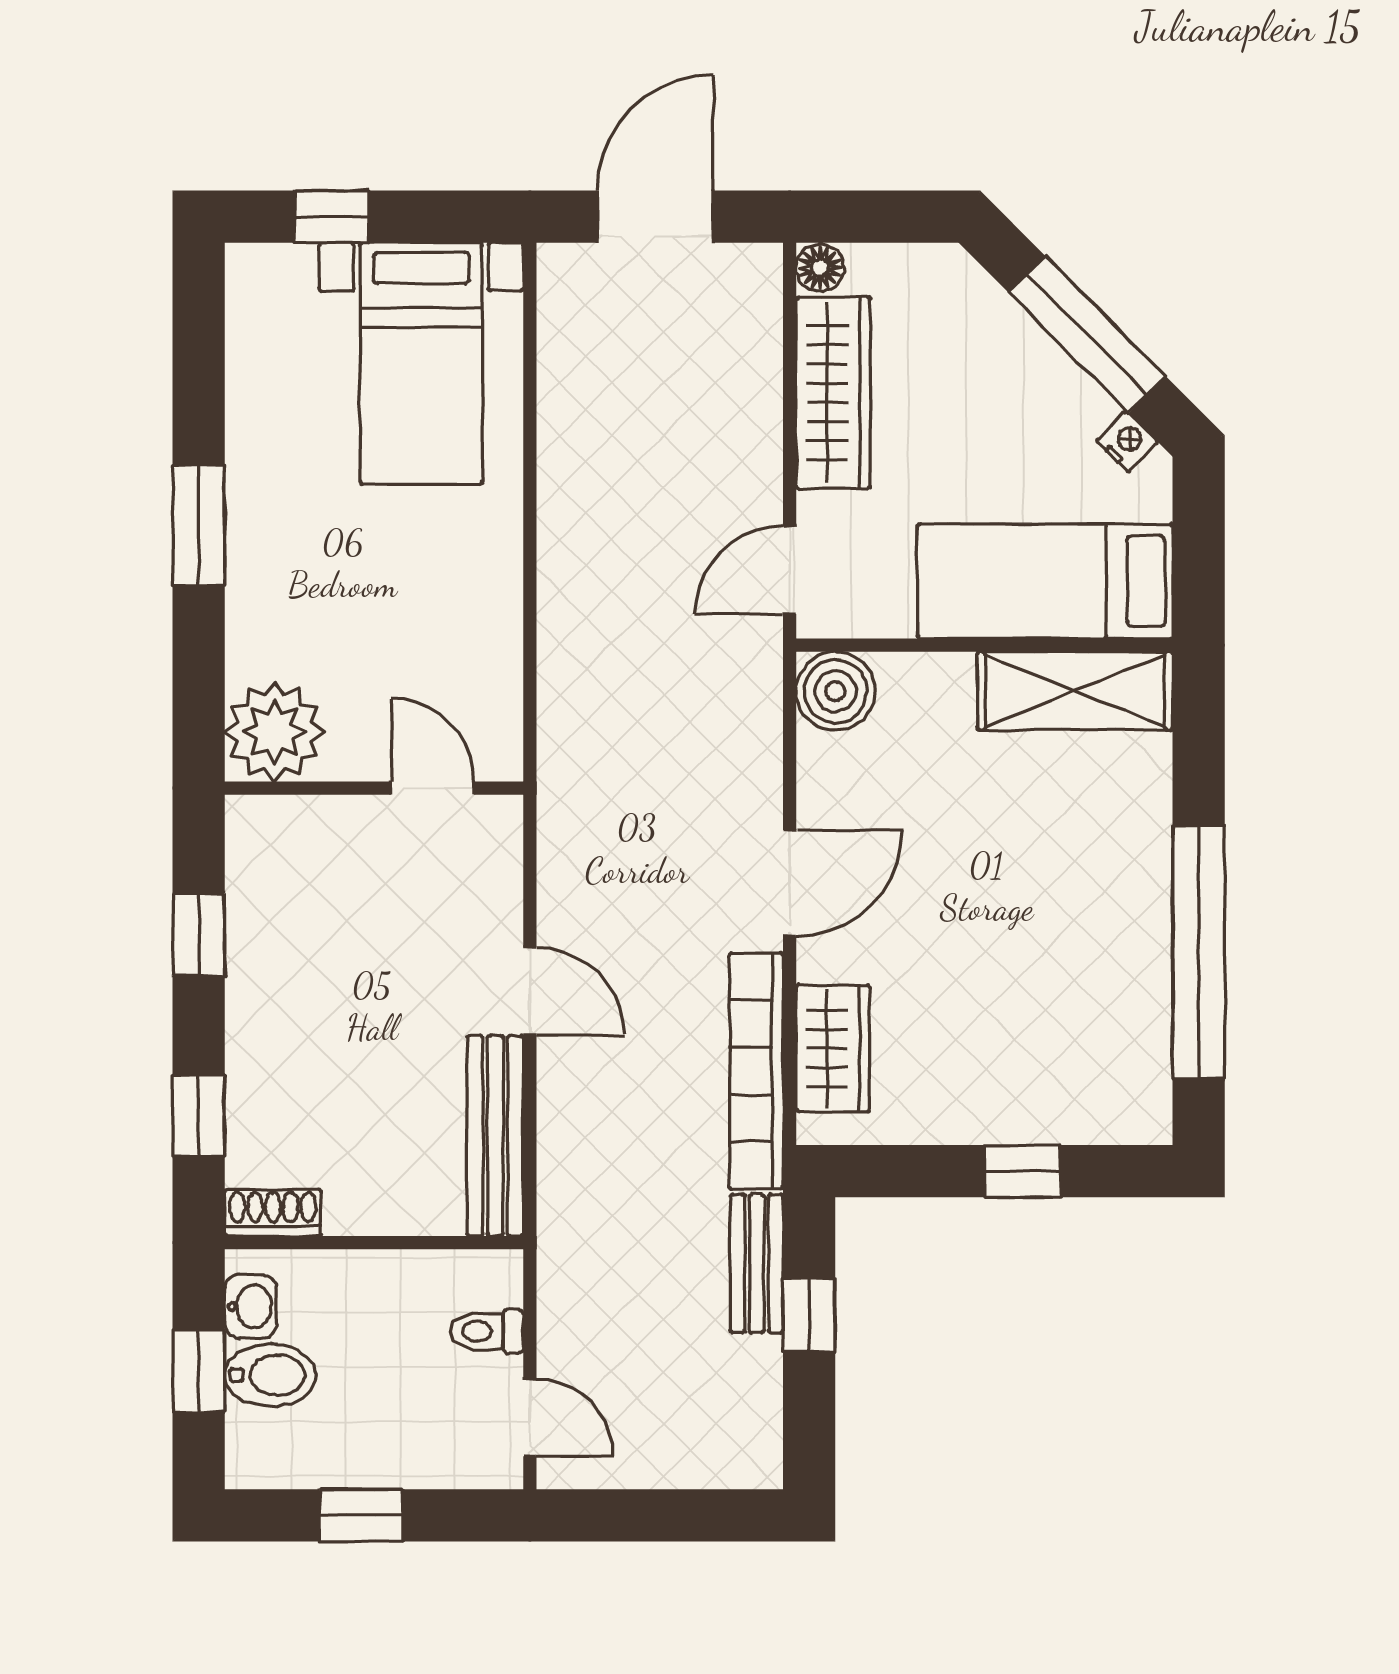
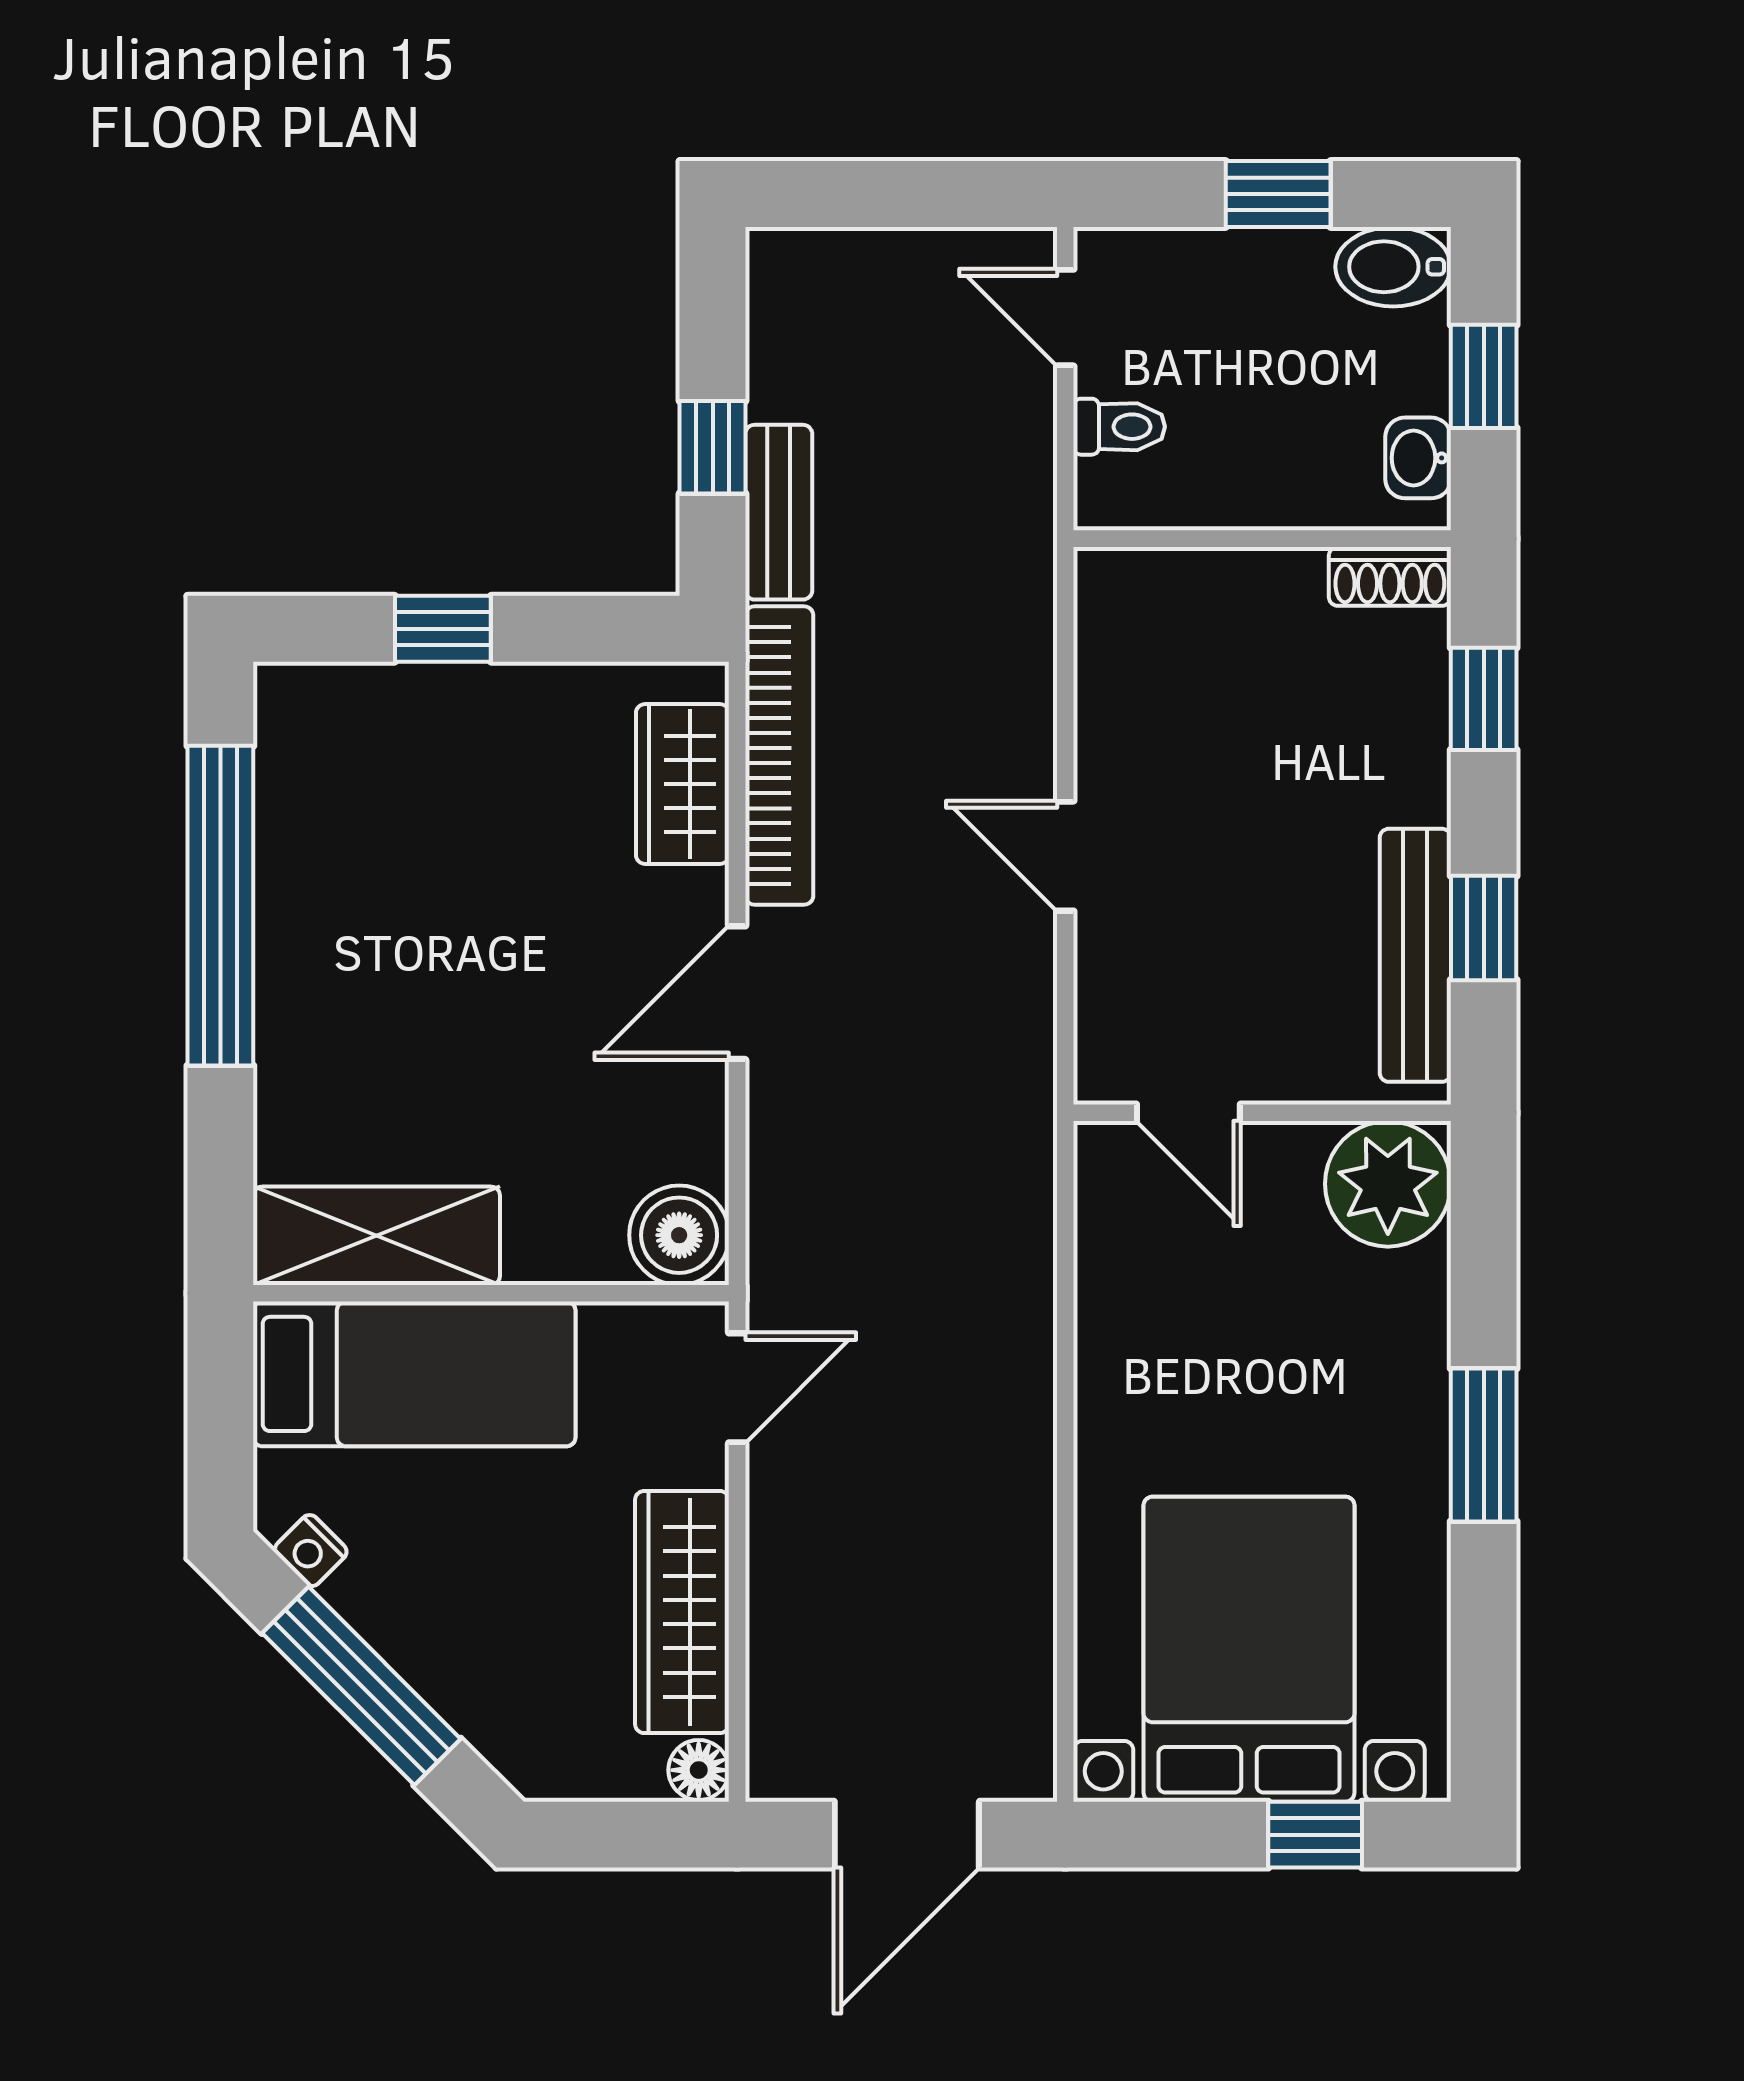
bed with nightstands: (421, 363) -> (1249, 1649), width x1.36
bench: (495, 1136) -> (1415, 955), moved
bidet: (270, 1375) -> (1393, 267), moved

